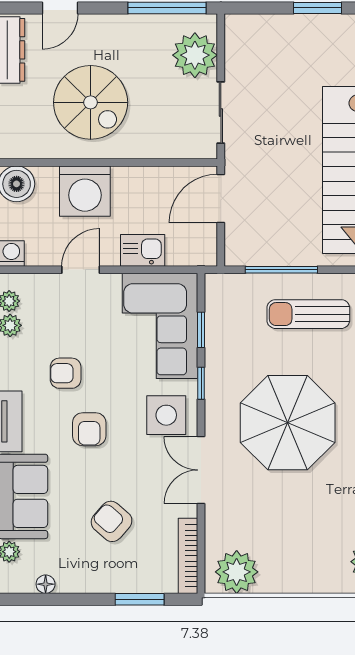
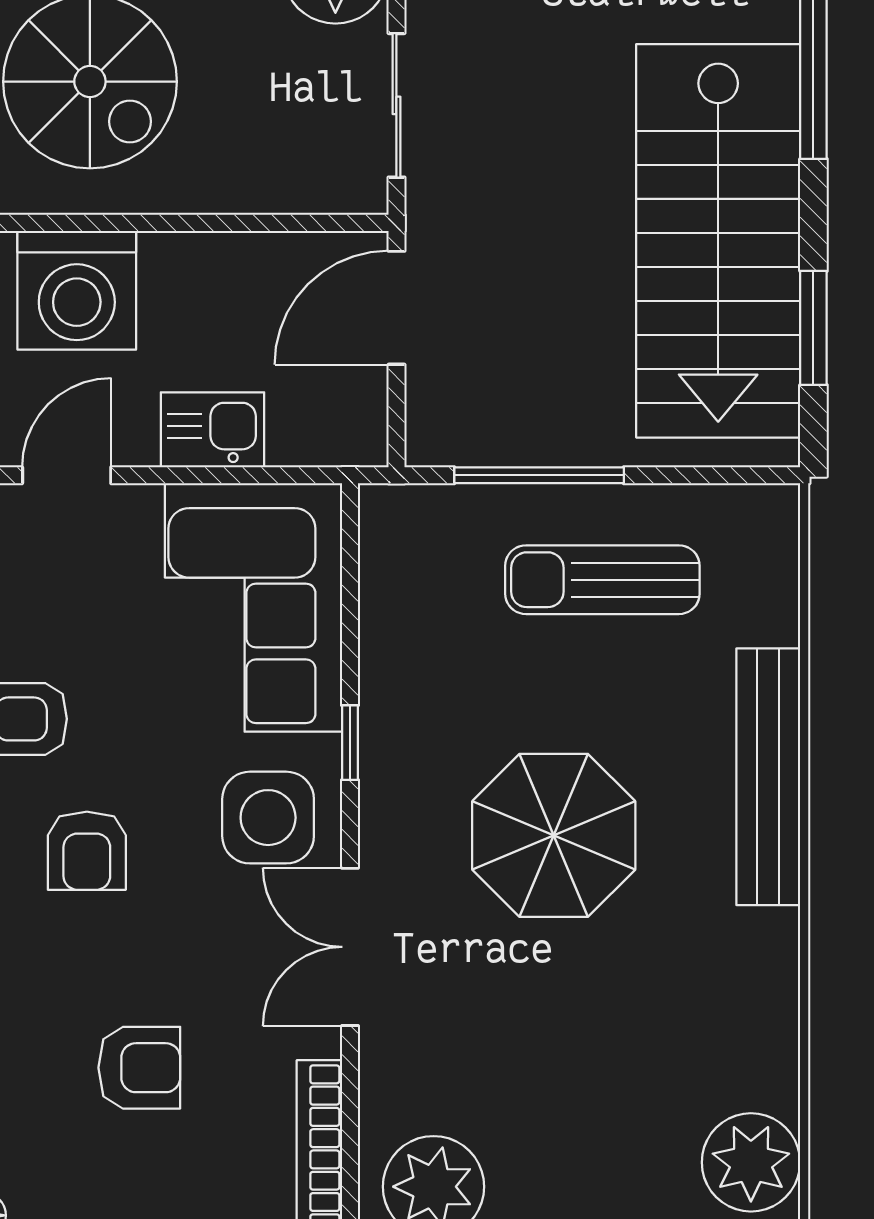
window: (201, 330) -> (350, 617), removed
parasol: (288, 423) -> (554, 835), width x0.73, depth x0.73
armchair: (112, 521) -> (139, 1068), turned 139

